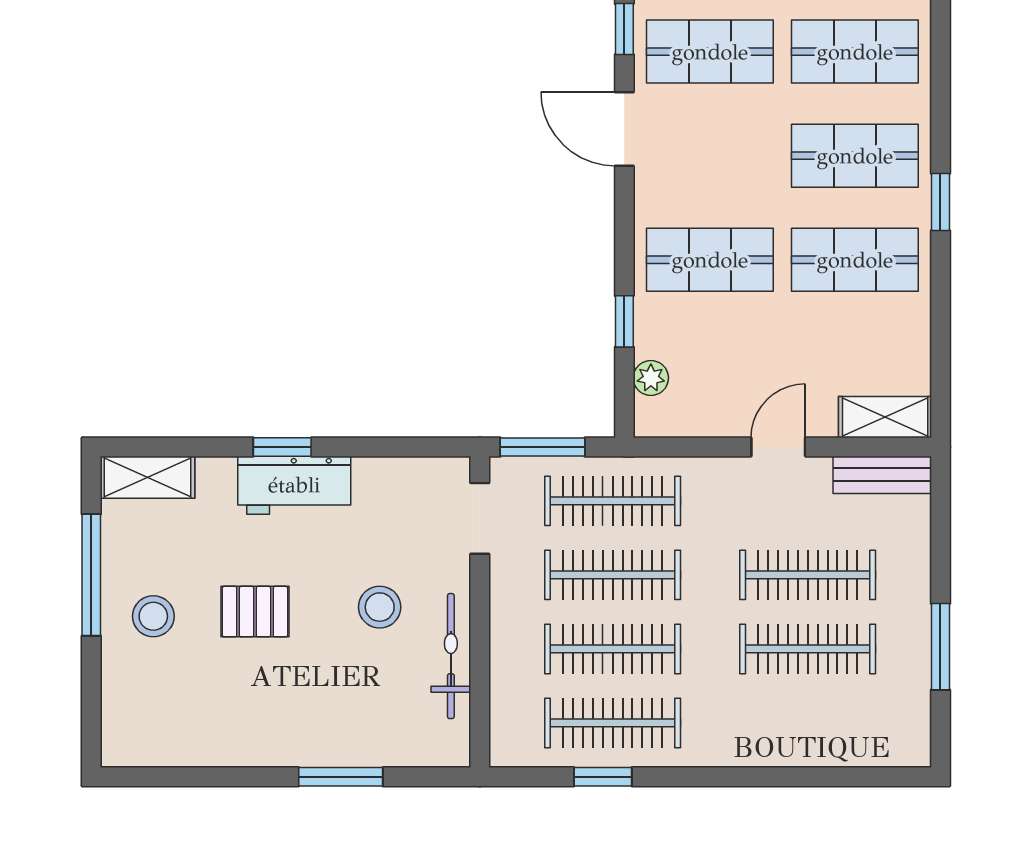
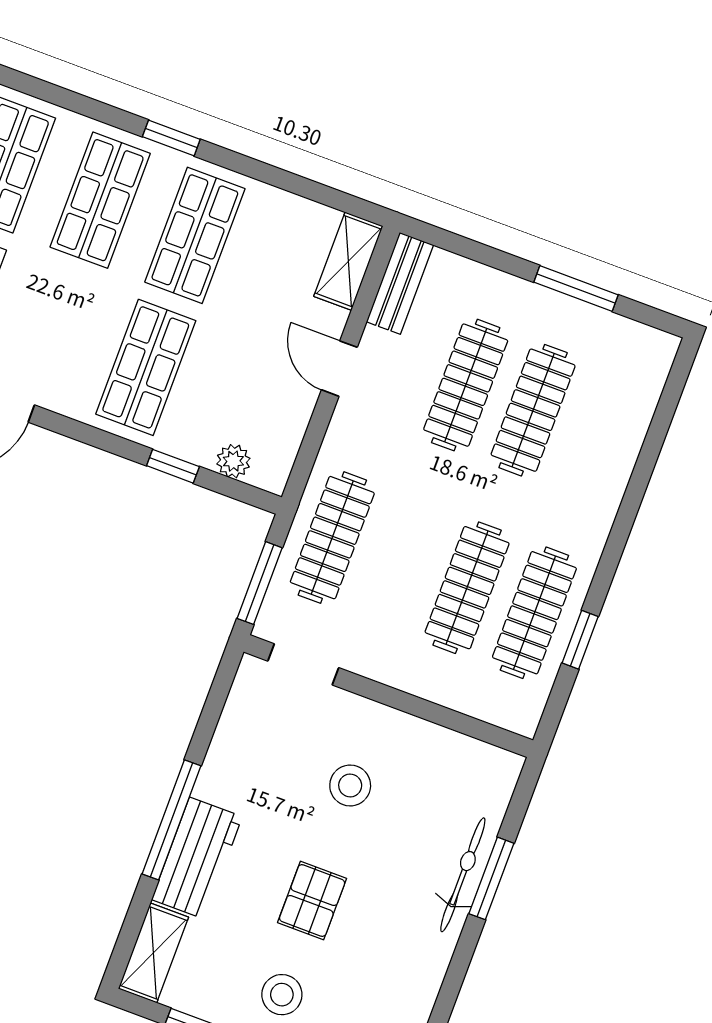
window: (282, 447) -> (172, 820), width x2.17
workbench: (294, 485) -> (197, 858), moved
clothes rail: (613, 575) -> (400, 563), removed
bicycle: (451, 656) -> (463, 875), moved, turned 90

